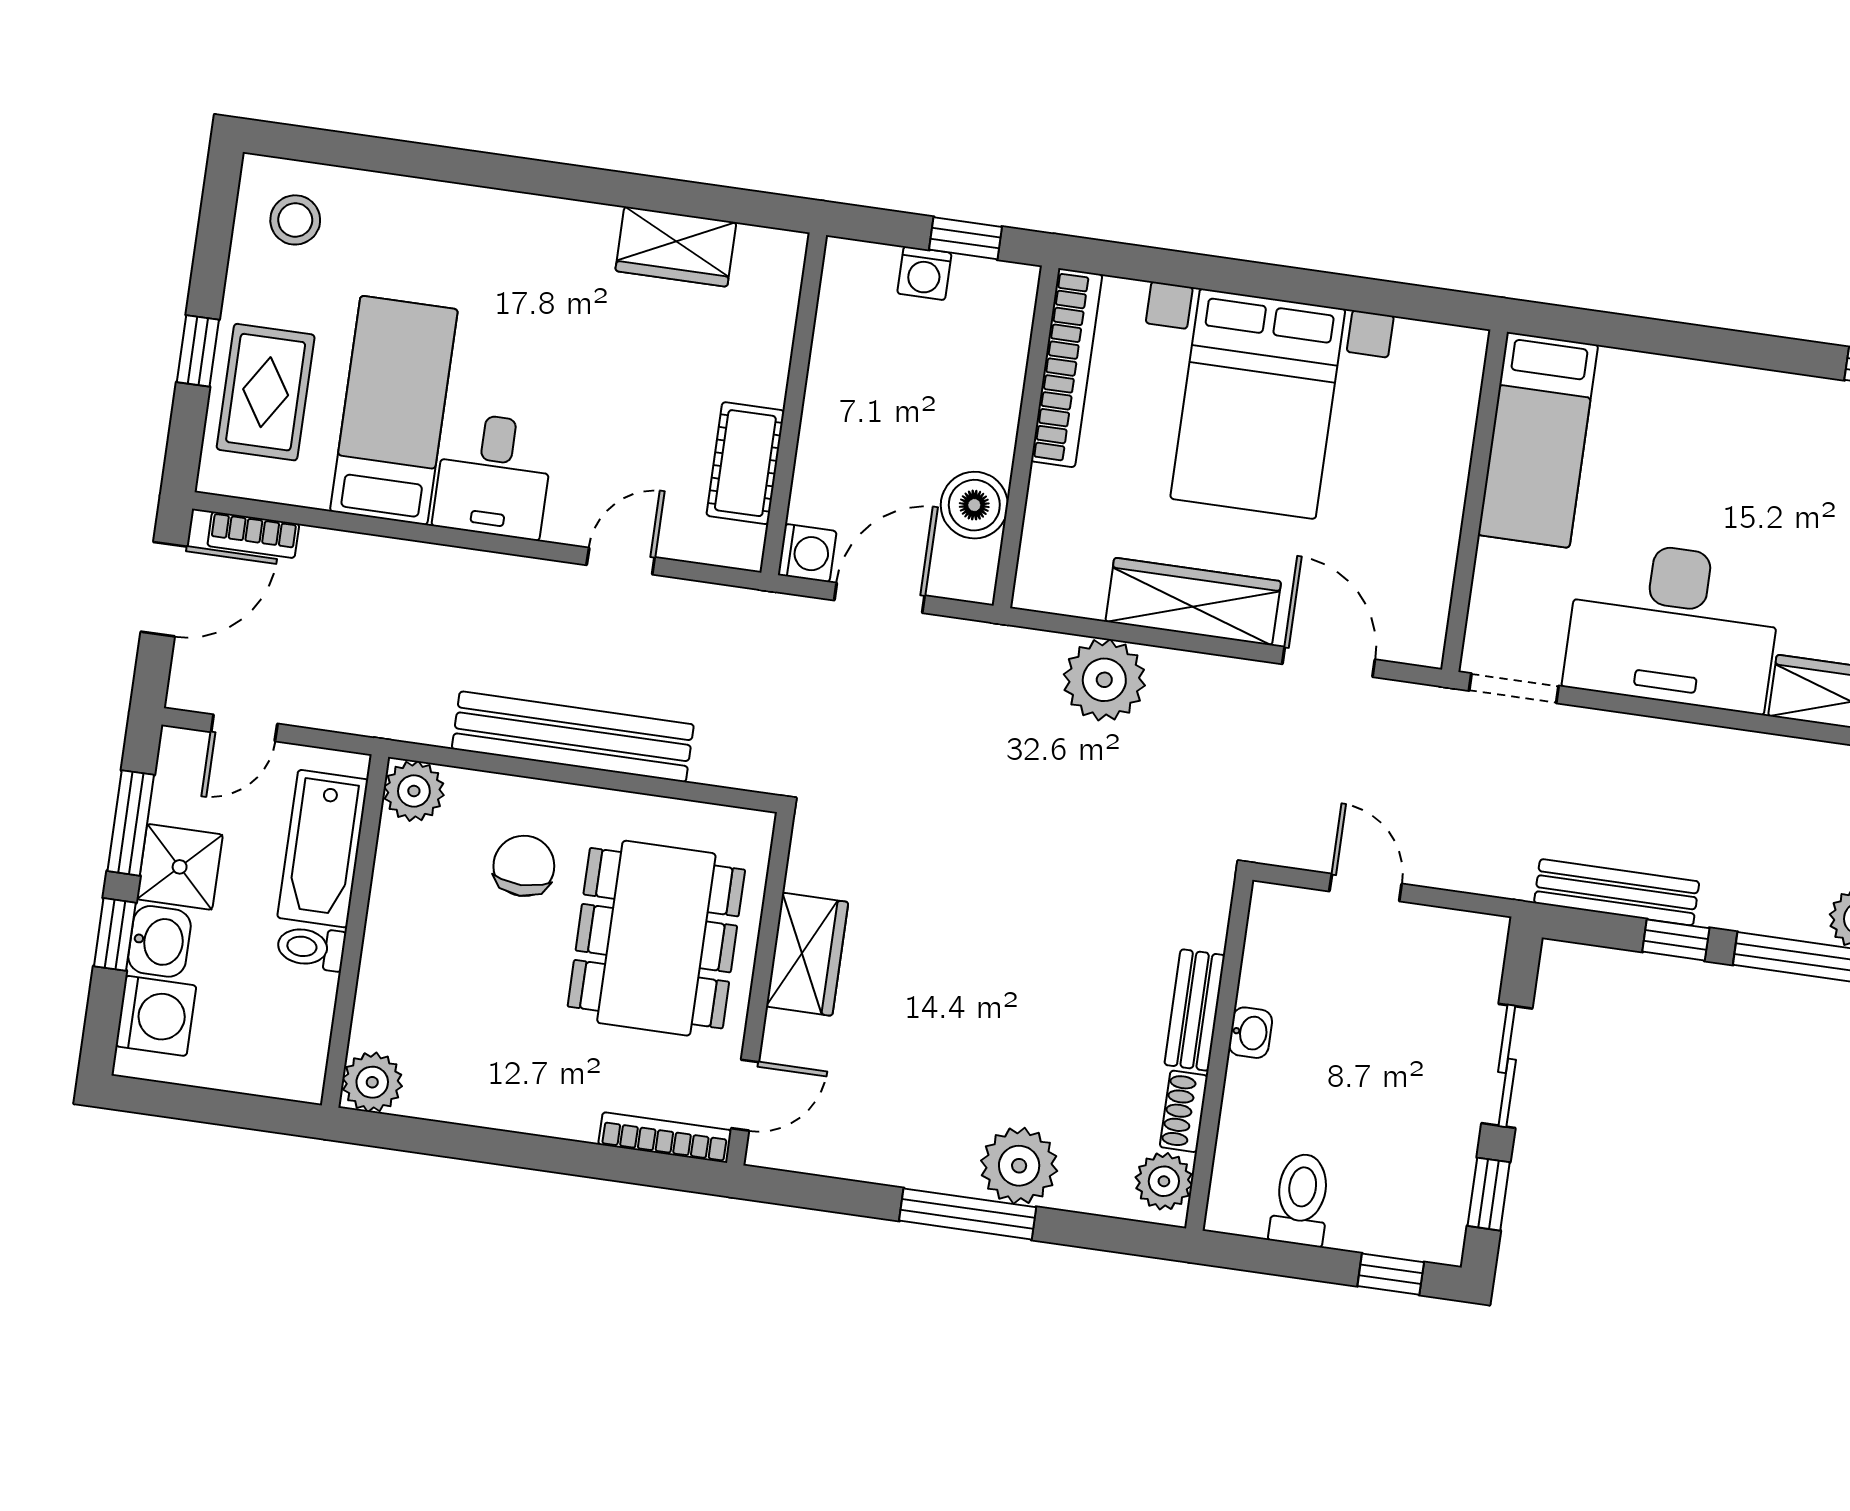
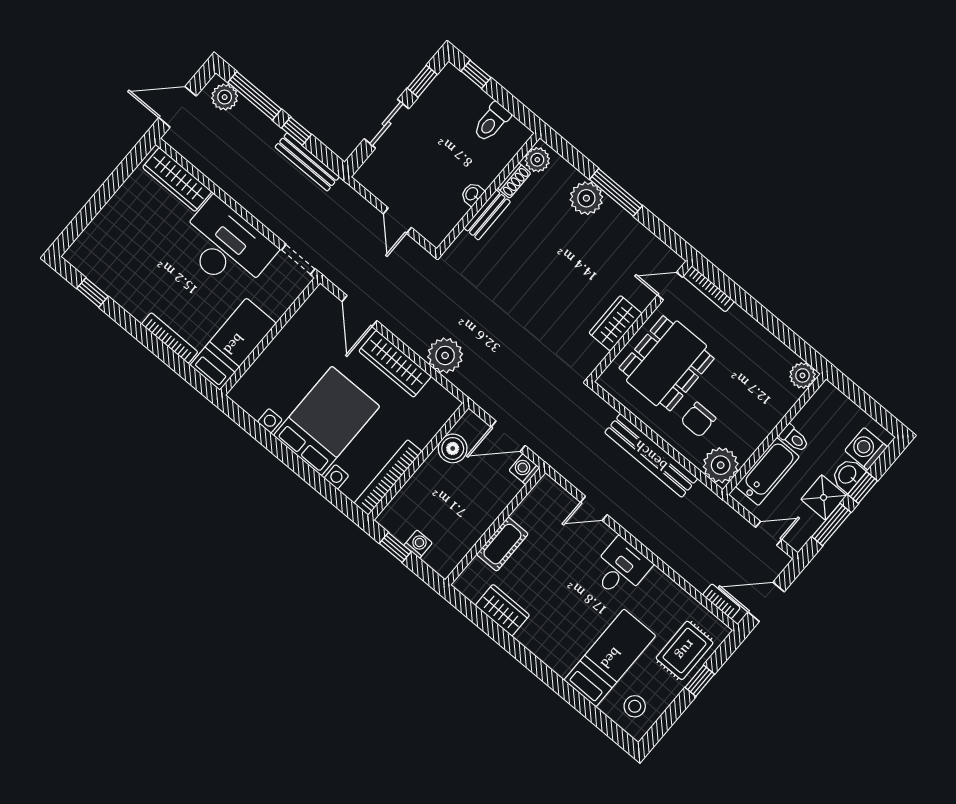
bookcase: (1671, 374) -> (170, 338), added
bed: (394, 410) -> (610, 658), moved, turned 180
cot: (745, 463) -> (502, 544), moved
plant: (414, 791) -> (721, 465), width x1.36, depth x1.36

